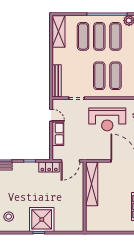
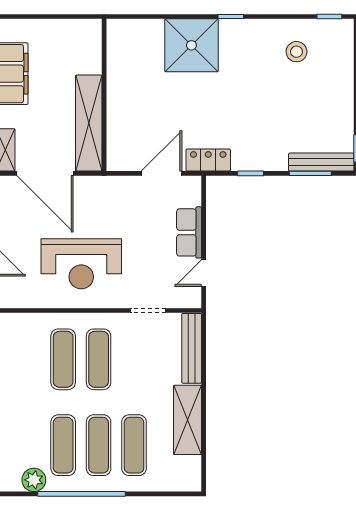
shelving: (59, 31) -> (187, 420), moved
door: (51, 115) -> (204, 273), hinge flipped
reception desk: (107, 119) -> (81, 264), turned 180
shelving: (92, 184) -> (89, 123), moved
wall: (85, 197) -> (104, 95), moved
shower: (42, 219) -> (191, 45), moved

